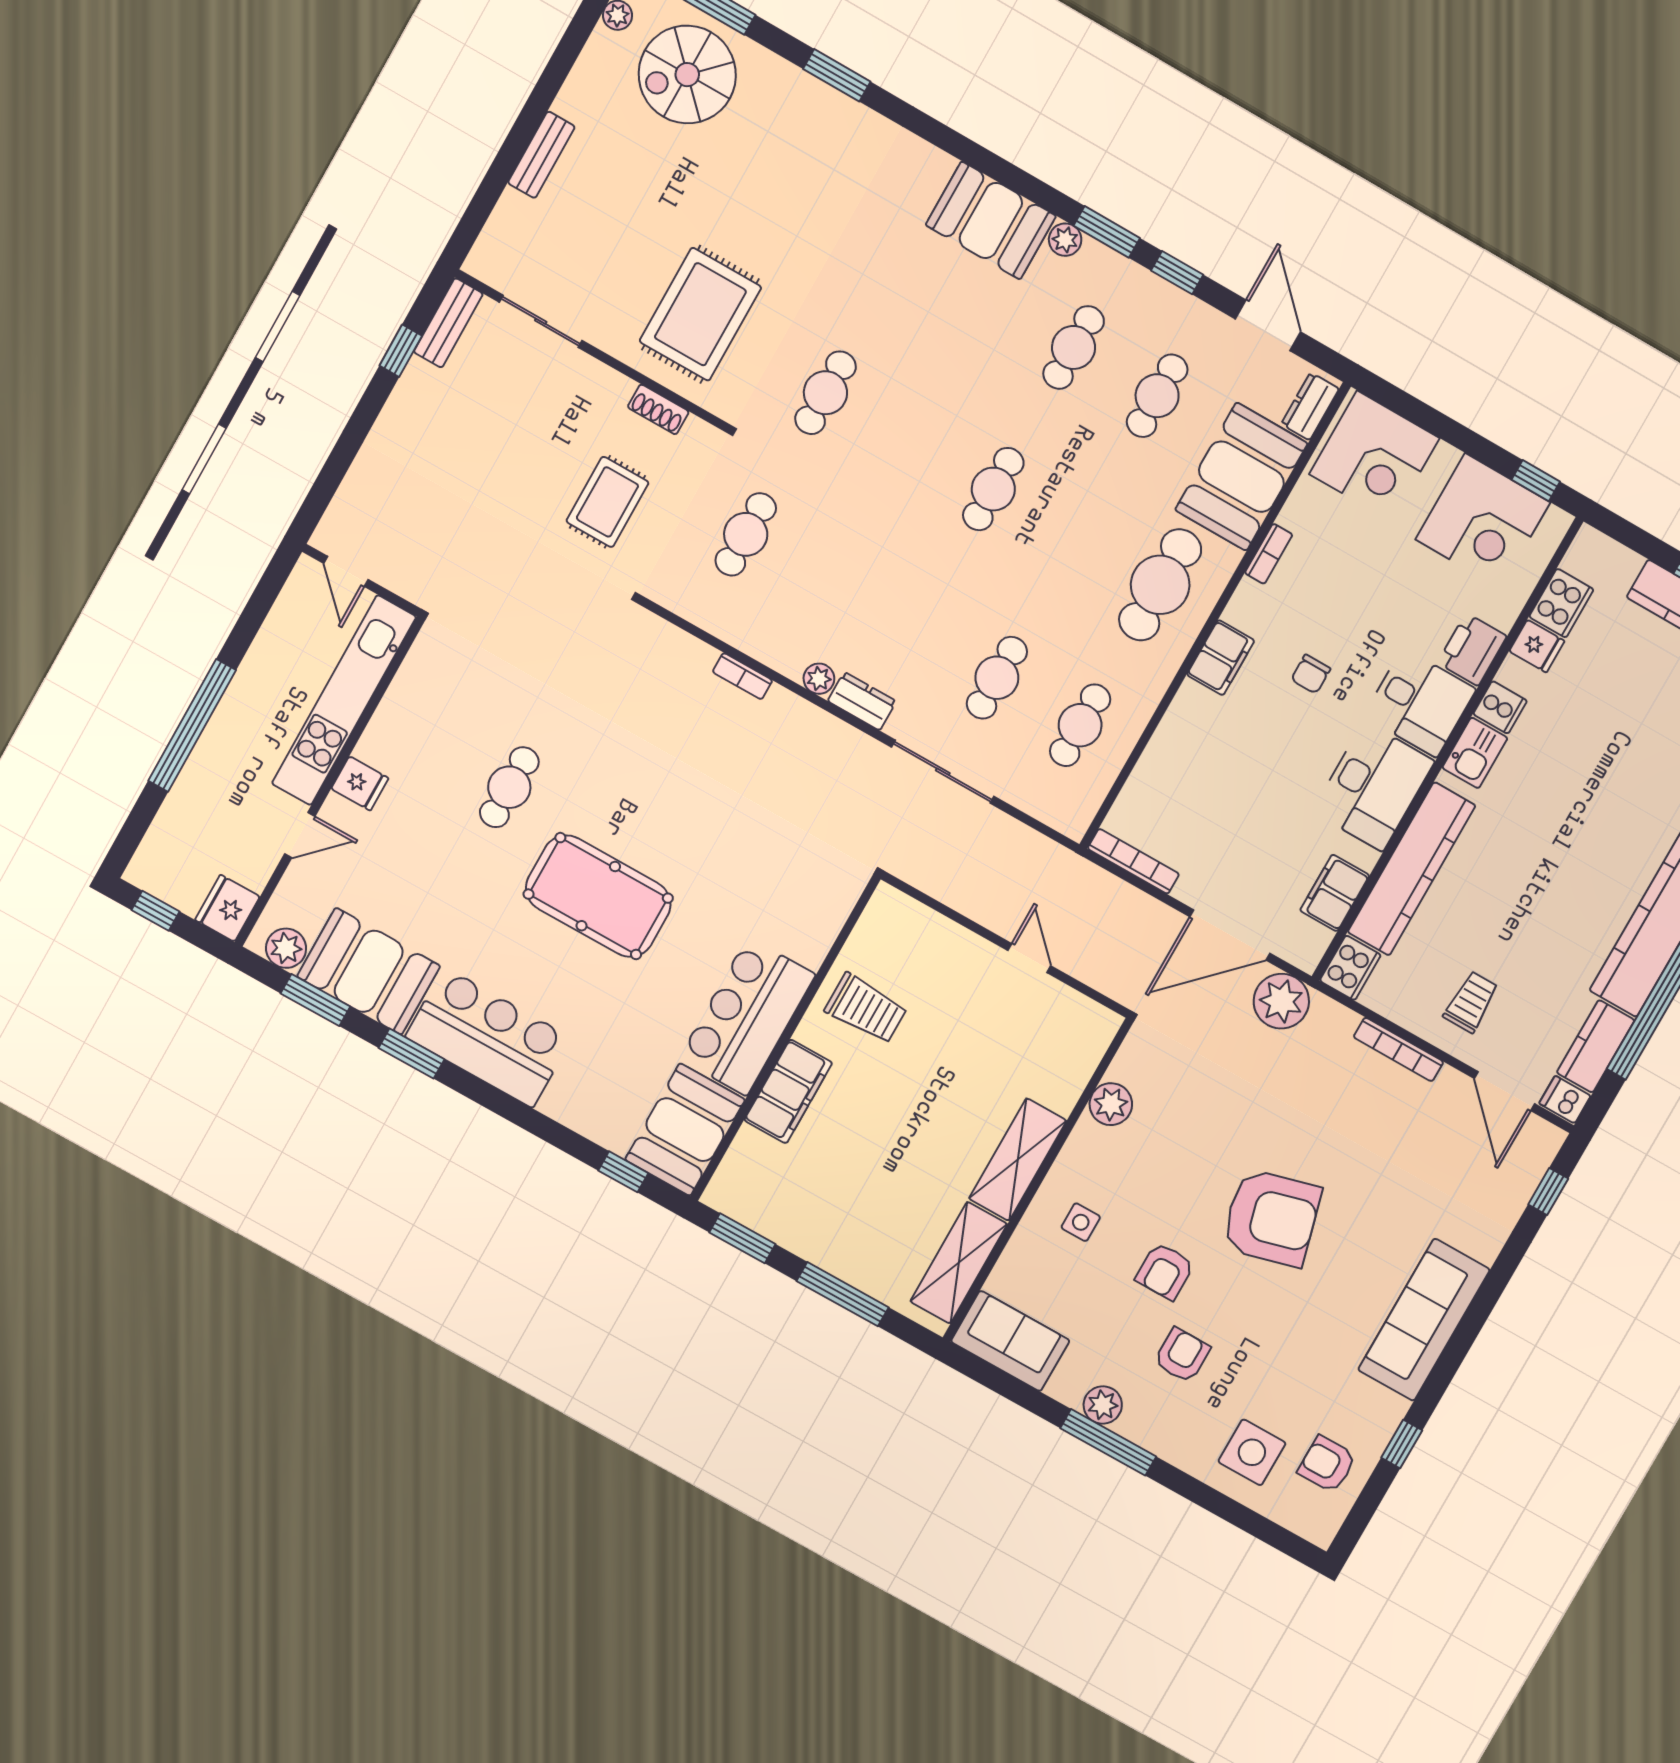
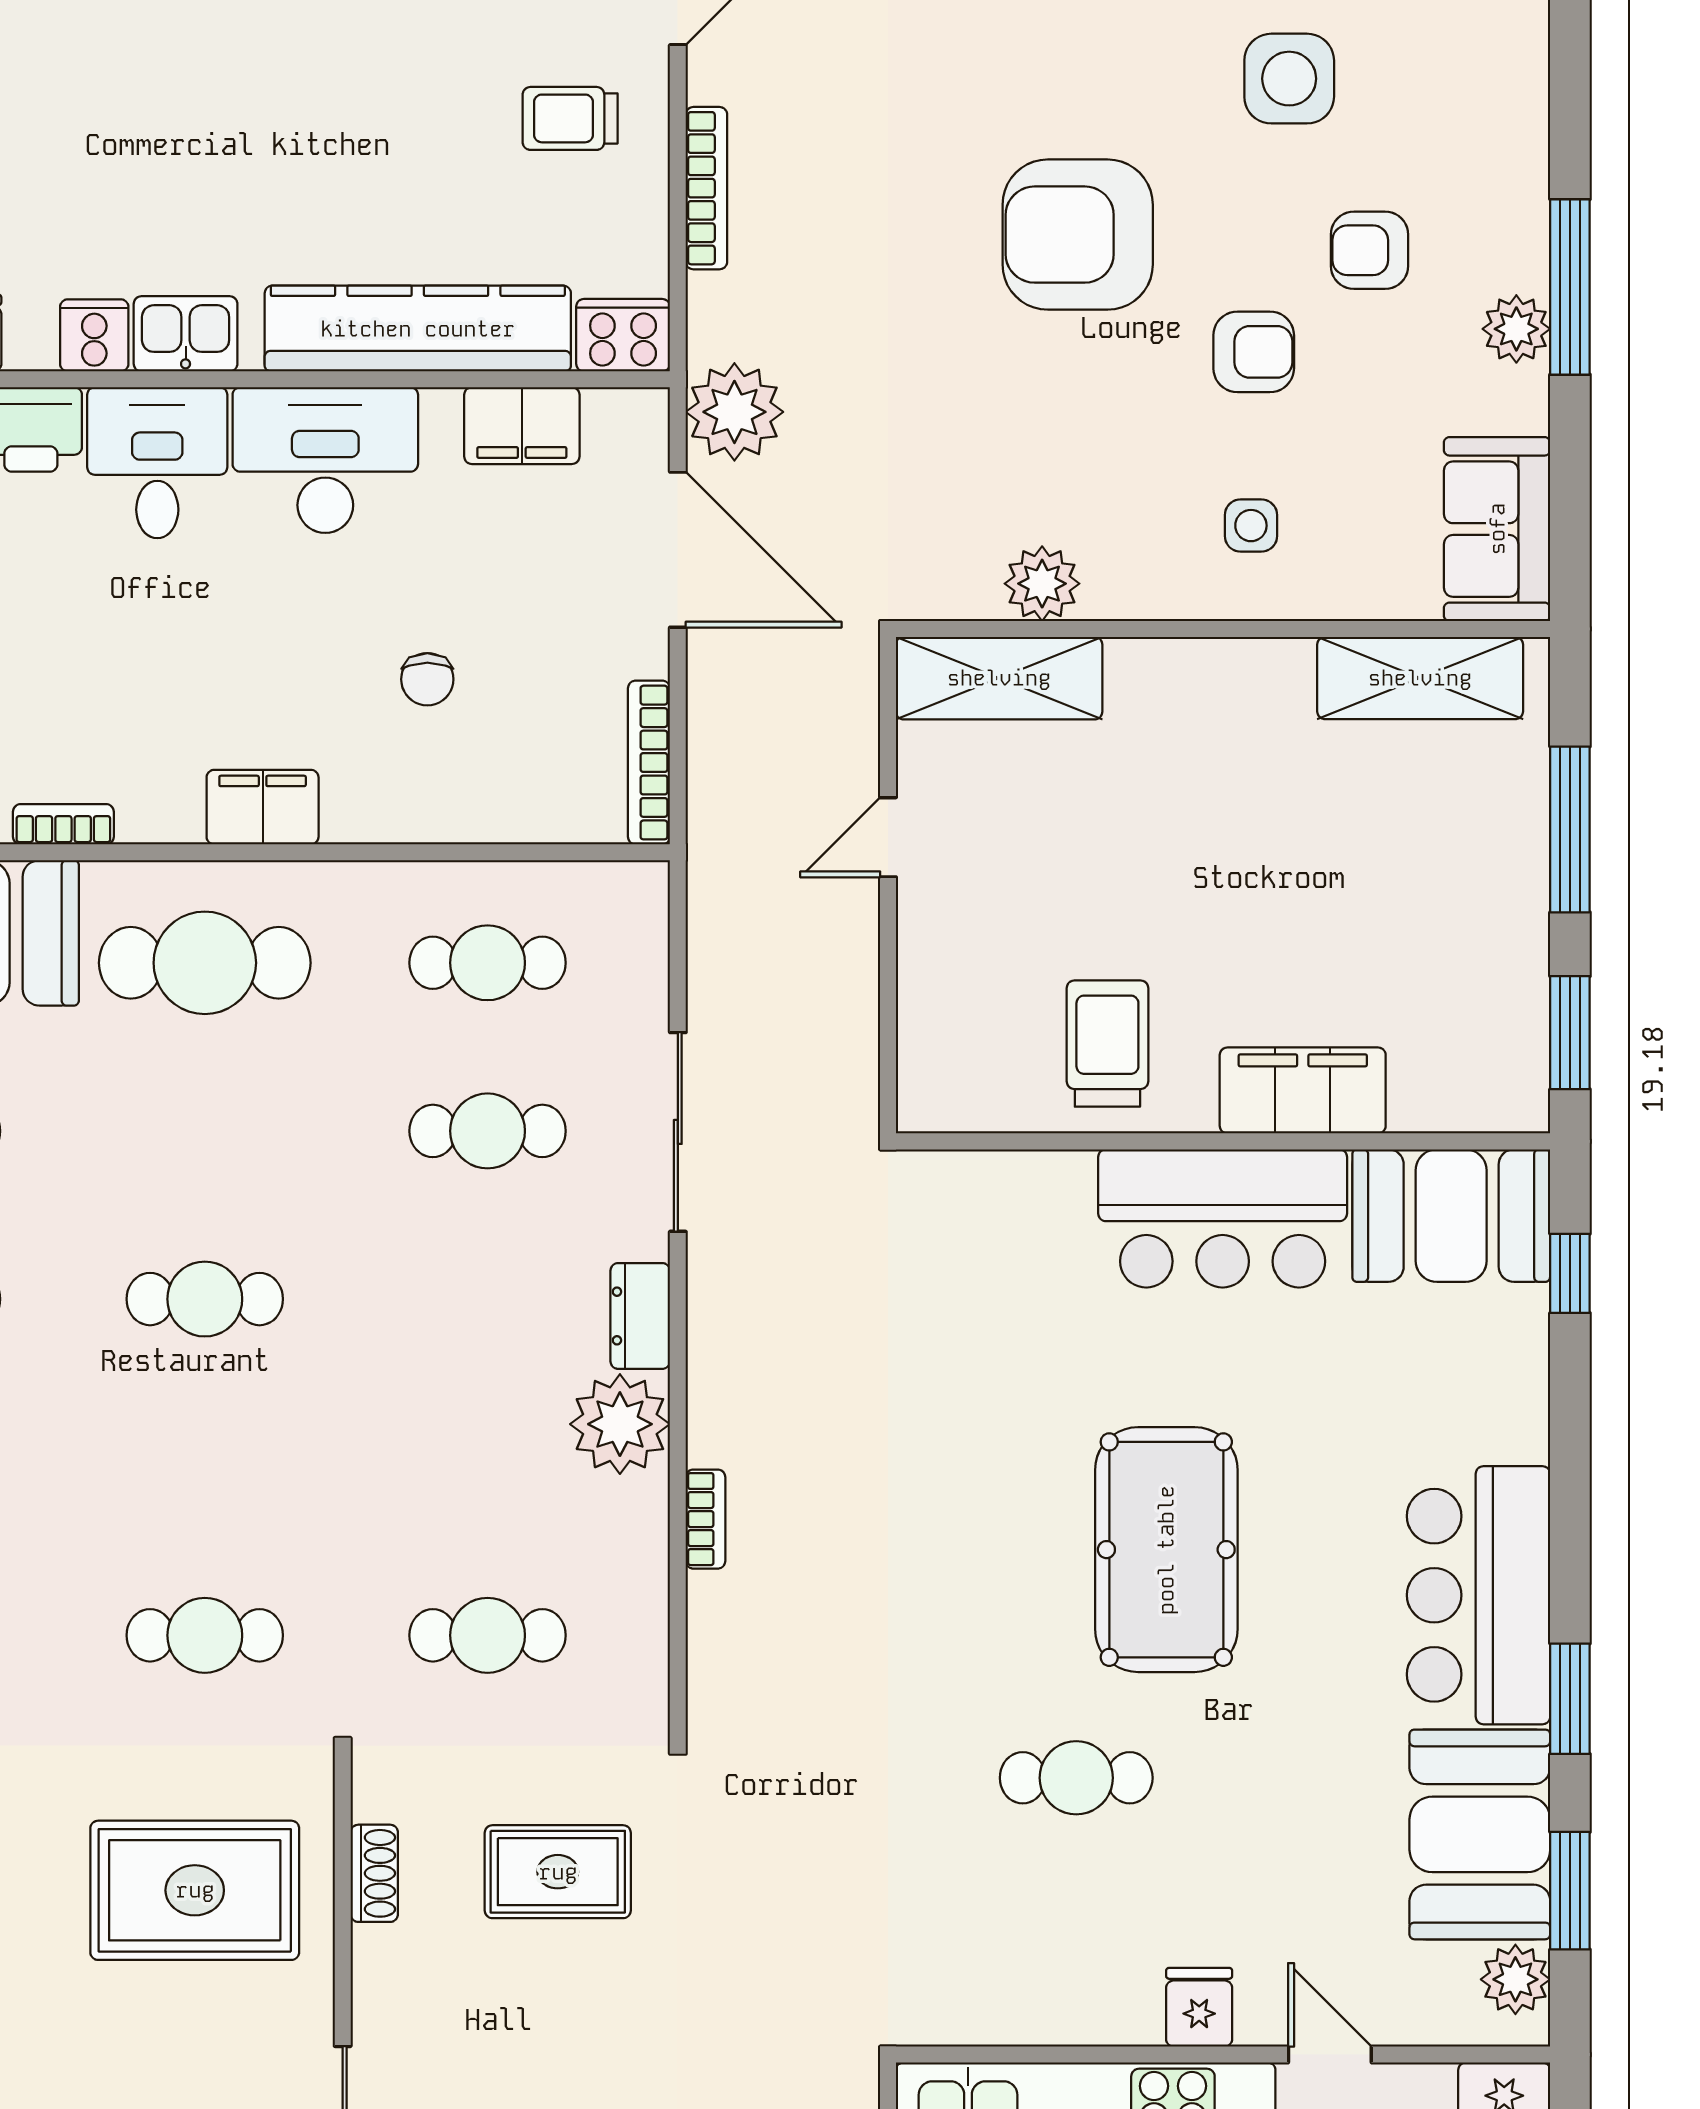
chair: (1311, 674) -> (427, 679), moved, turned 90
plant: (819, 679) -> (620, 1424), width x1.88, depth x1.88
shelving: (1018, 1160) -> (999, 678), moved
armchair: (1271, 1218) -> (1078, 235), turned -75
side table: (1252, 1452) -> (1289, 79), moved

